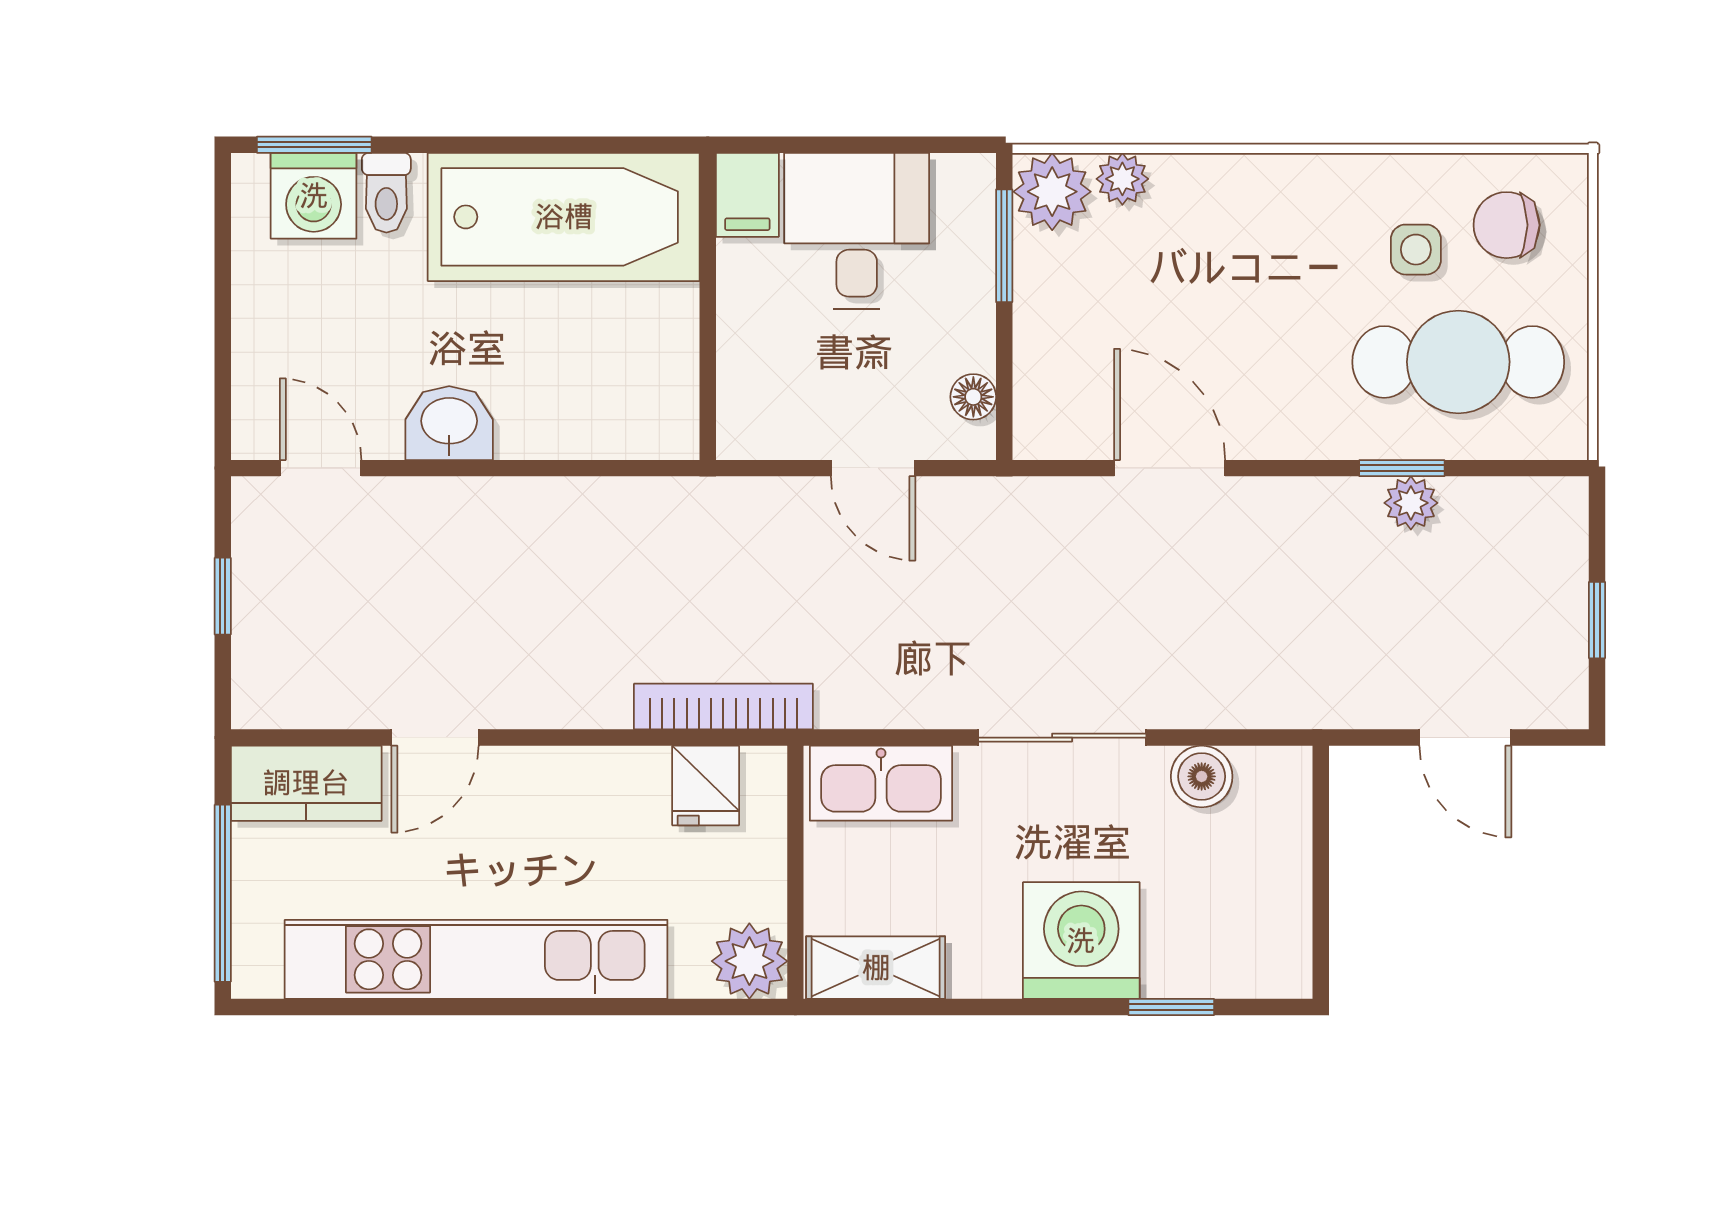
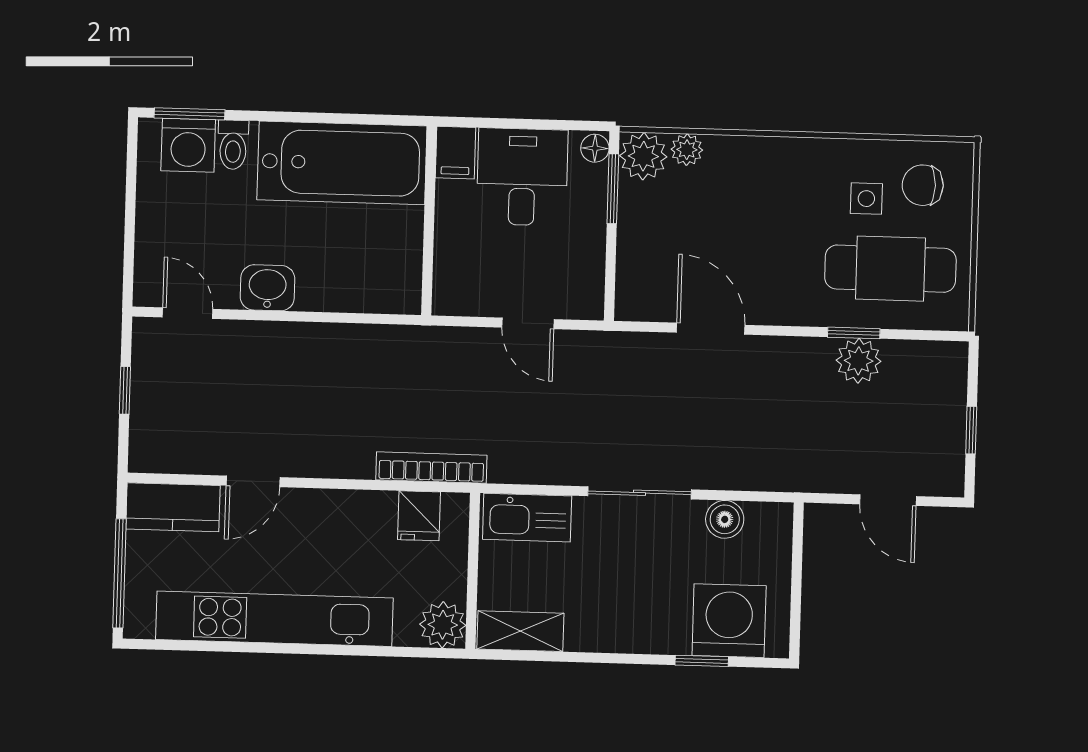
floor lamp: (973, 397) -> (595, 148), moved
plant: (1411, 503) -> (859, 361), width x1.38, depth x1.38
washing machine: (1081, 941) -> (729, 621), moved

